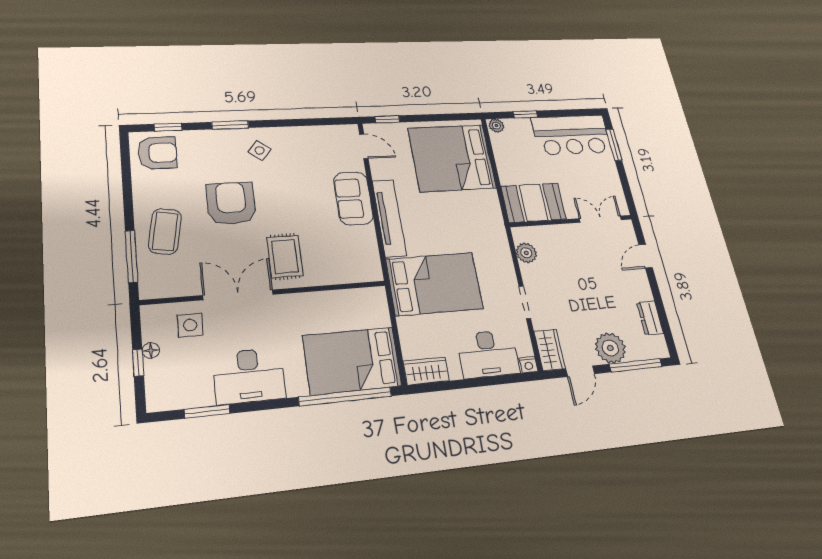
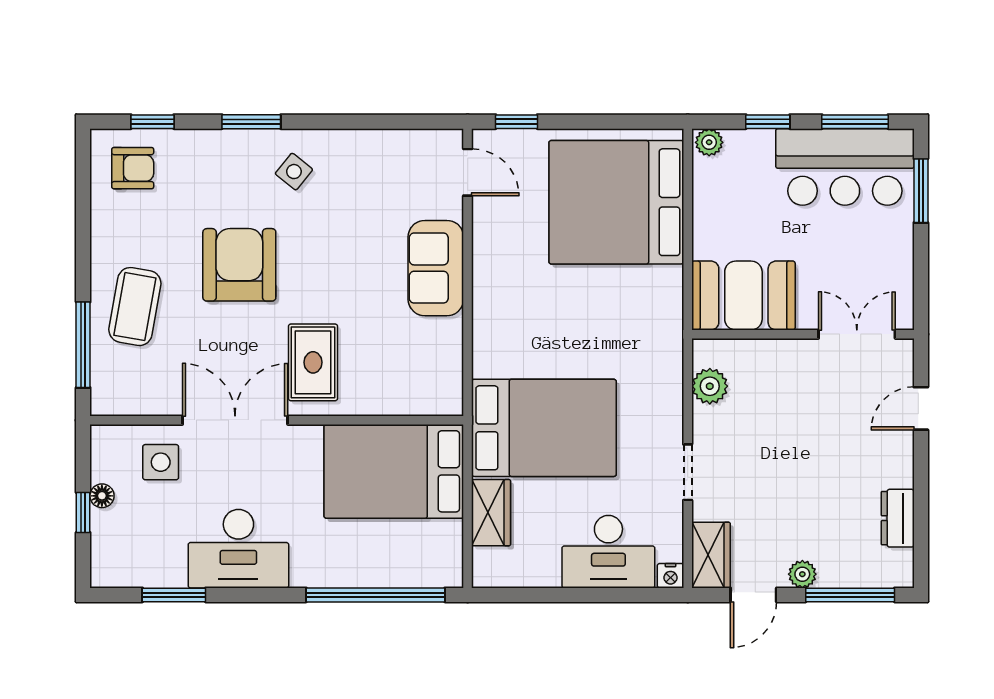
window: (571, 113) -> (855, 122), added
armchair: (157, 153) -> (133, 168), width x0.72, depth x0.72
tv unit: (389, 218) -> (489, 307), removed
plant: (610, 348) -> (802, 574), width x0.53, depth x0.53
bed: (352, 361) -> (394, 471), moved
wardrobe: (426, 371) -> (491, 513), moved, turned 90

